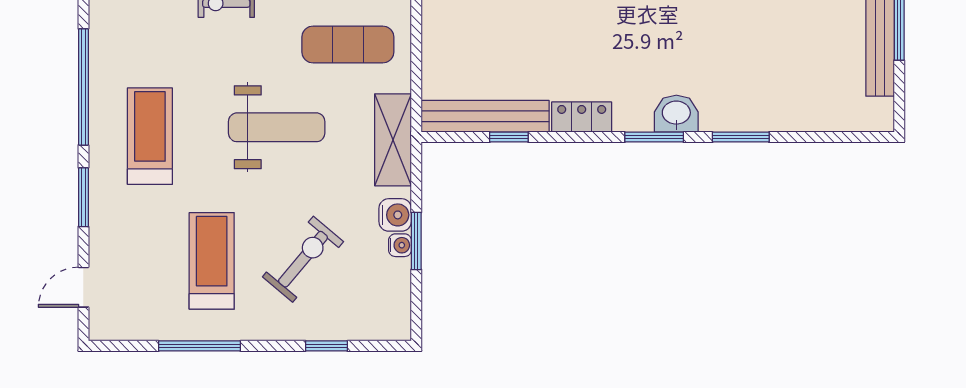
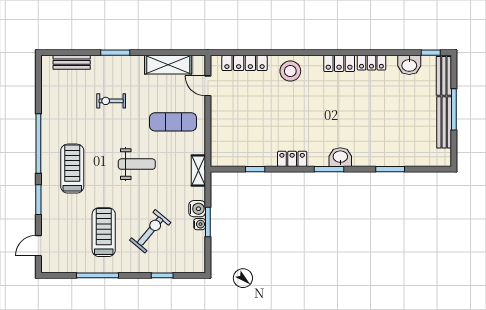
bench: (485, 116) -> (243, 158), removed
weight bench: (277, 127) -> (137, 164), width x0.73, depth x0.75
window: (741, 137) -> (390, 169), moved
shelving: (393, 140) -> (198, 171), width x0.67, depth x0.75

